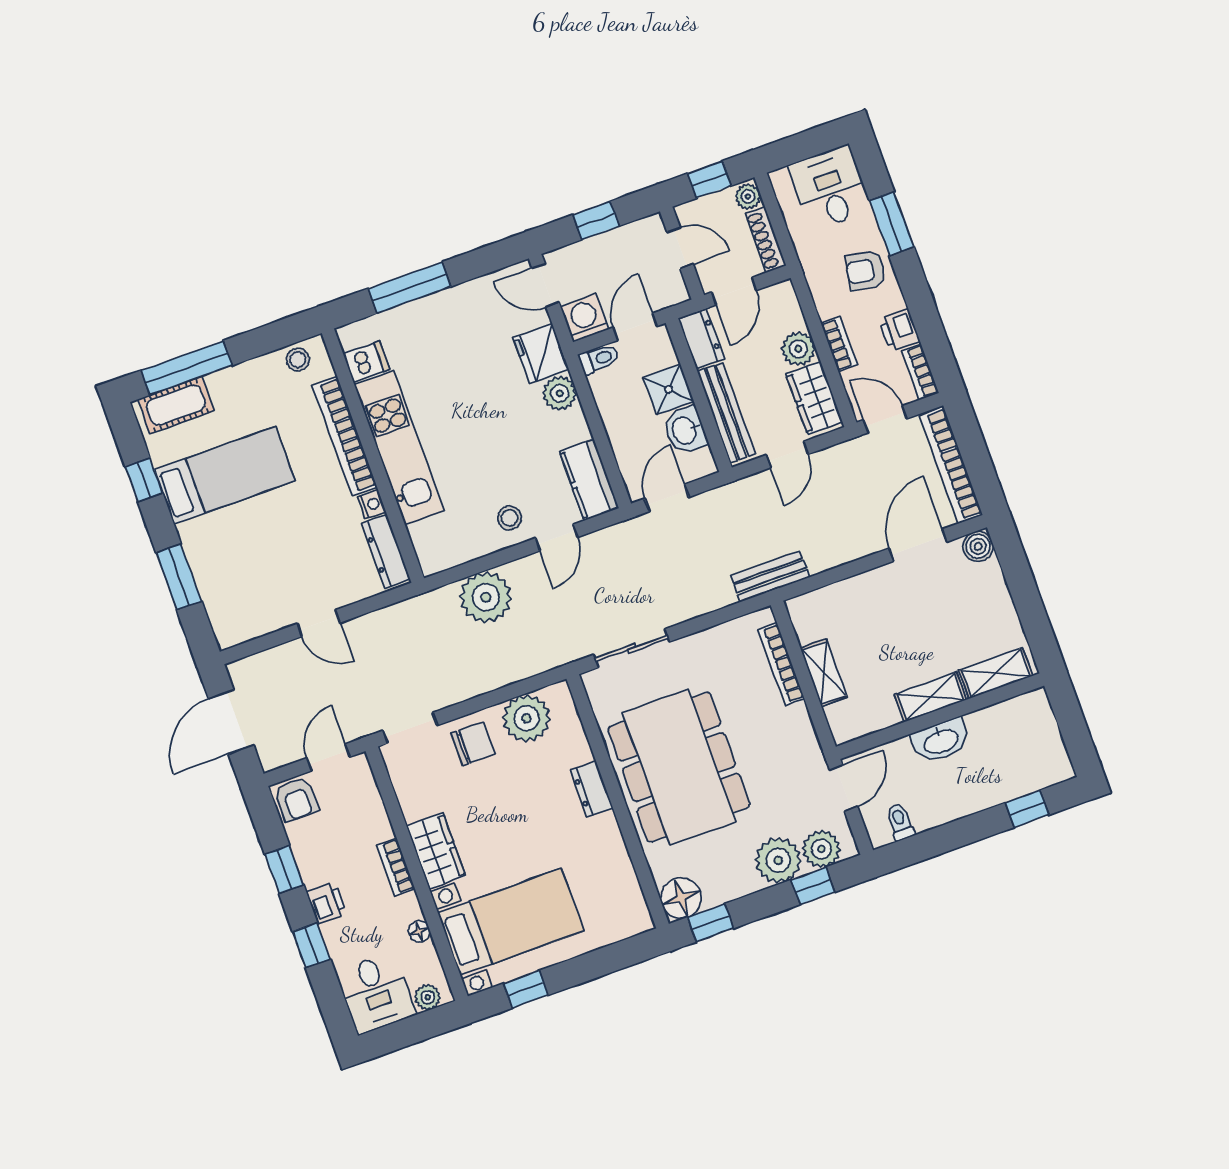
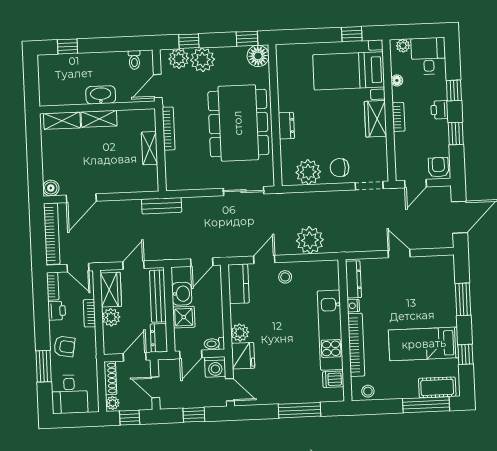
bookcase: (781, 664) -> (169, 129), moved

